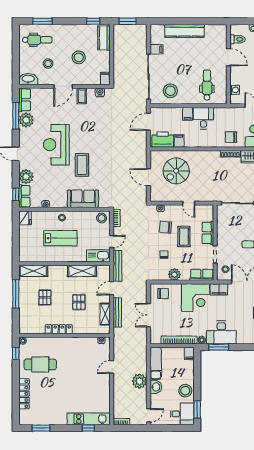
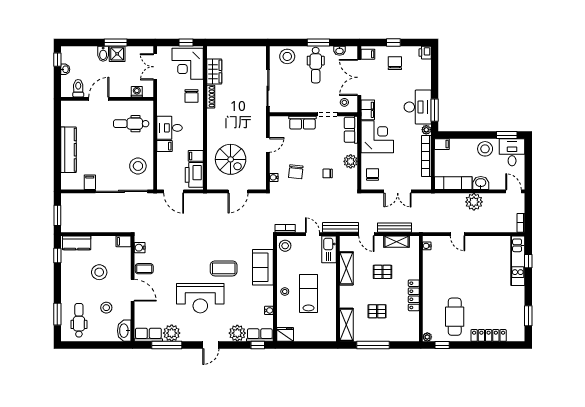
coffee table: (184, 236) -> (307, 150), removed

